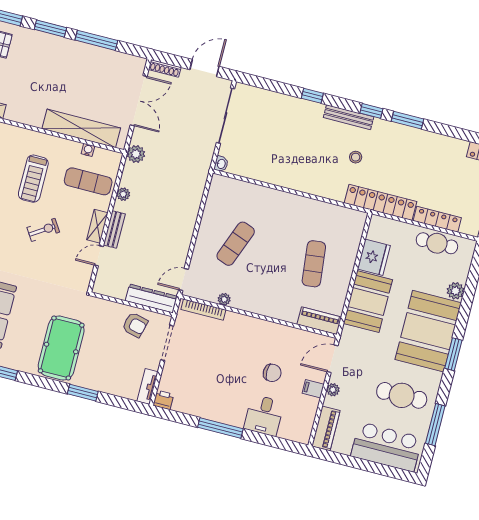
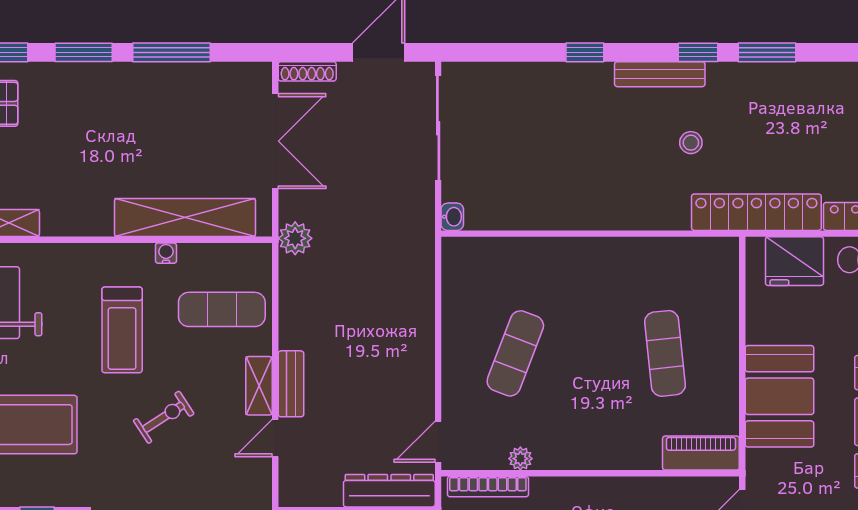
water cooler: (88, 150) -> (166, 253), moved
plant: (123, 194) -> (291, 316), removed
fridge: (374, 257) -> (794, 261), moved, turned 90

